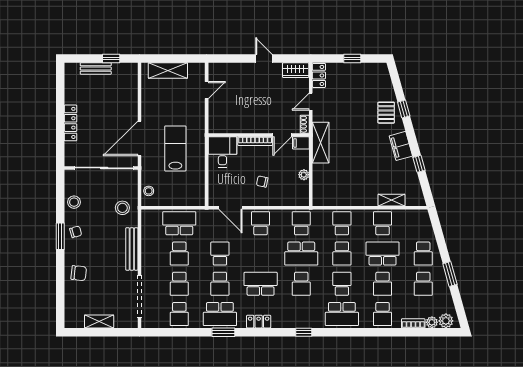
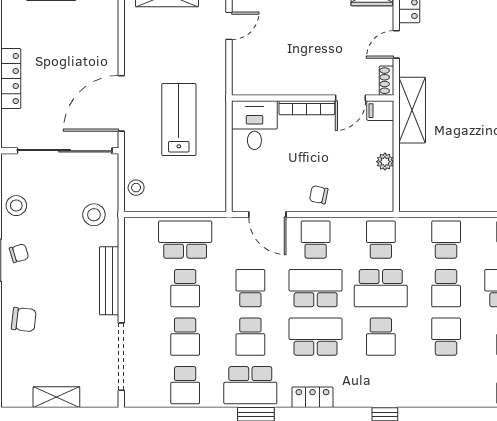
chair: (262, 181) -> (319, 195), moved
school desk: (342, 314) -> (316, 288), moved, turned 180

